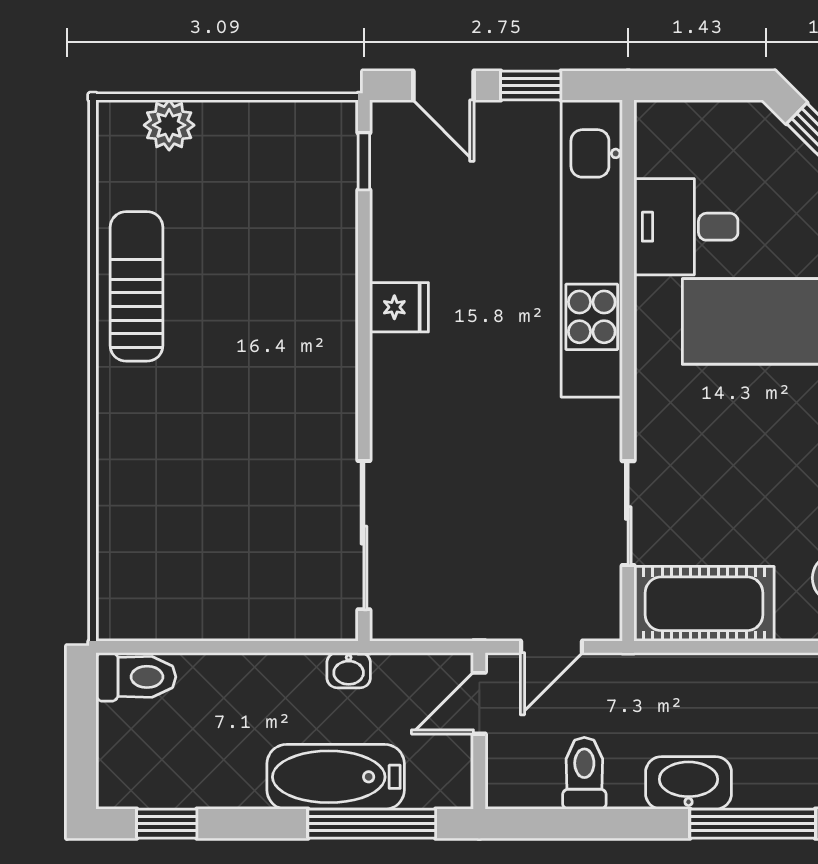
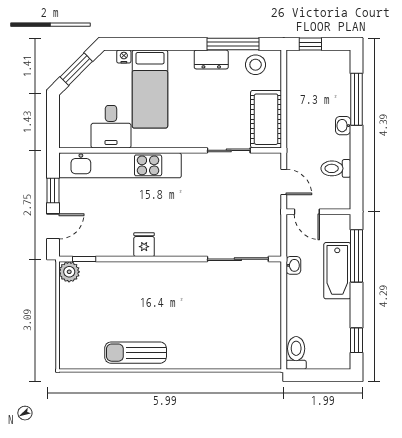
plant: (169, 125) -> (69, 272), moved
washbasin: (689, 783) -> (343, 126), width x0.52, depth x0.69

